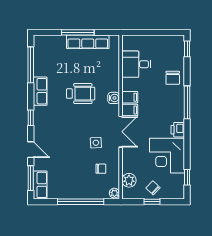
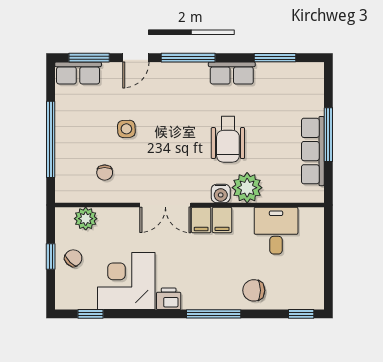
window: (31, 65) -> (275, 58), width x0.69
window: (31, 118) -> (188, 58), width x2.17
side table: (96, 143) -> (126, 129), moved
plant: (114, 193) -> (247, 188), moved, width x1.87, depth x1.87

